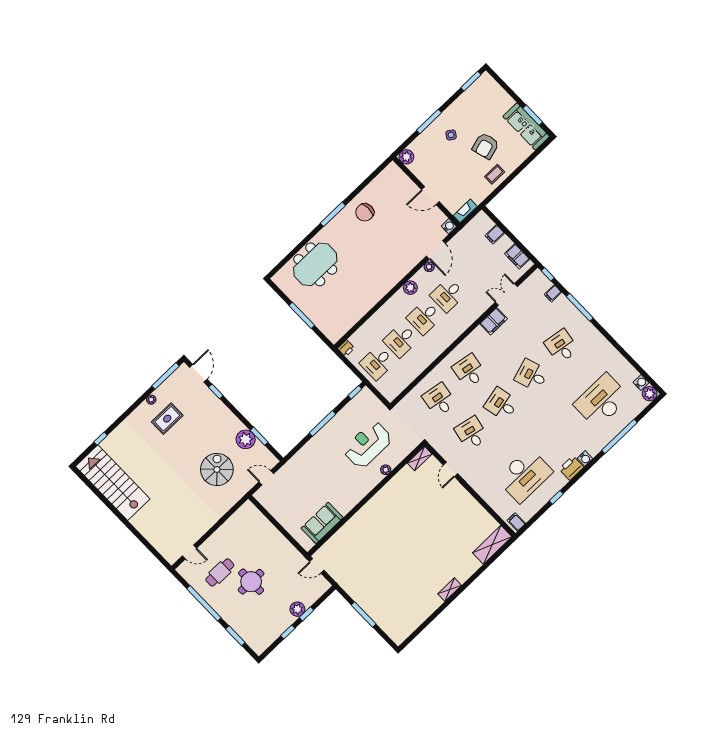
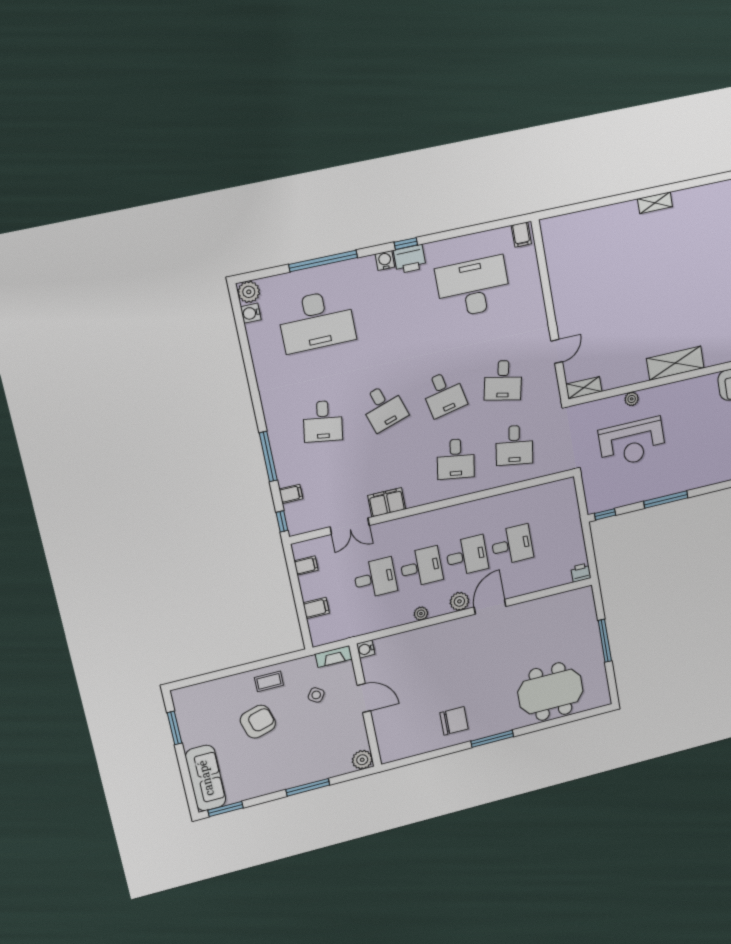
sofa: (526, 126) -> (206, 778), moved
side table: (451, 135) -> (316, 695), moved
door: (436, 250) -> (490, 607), moved
filing cabinet: (517, 256) -> (306, 566), width x0.50
desk: (377, 363) -> (375, 578), moved
window: (556, 497) -> (406, 244), moved
shelving: (492, 545) -> (675, 363), moved

